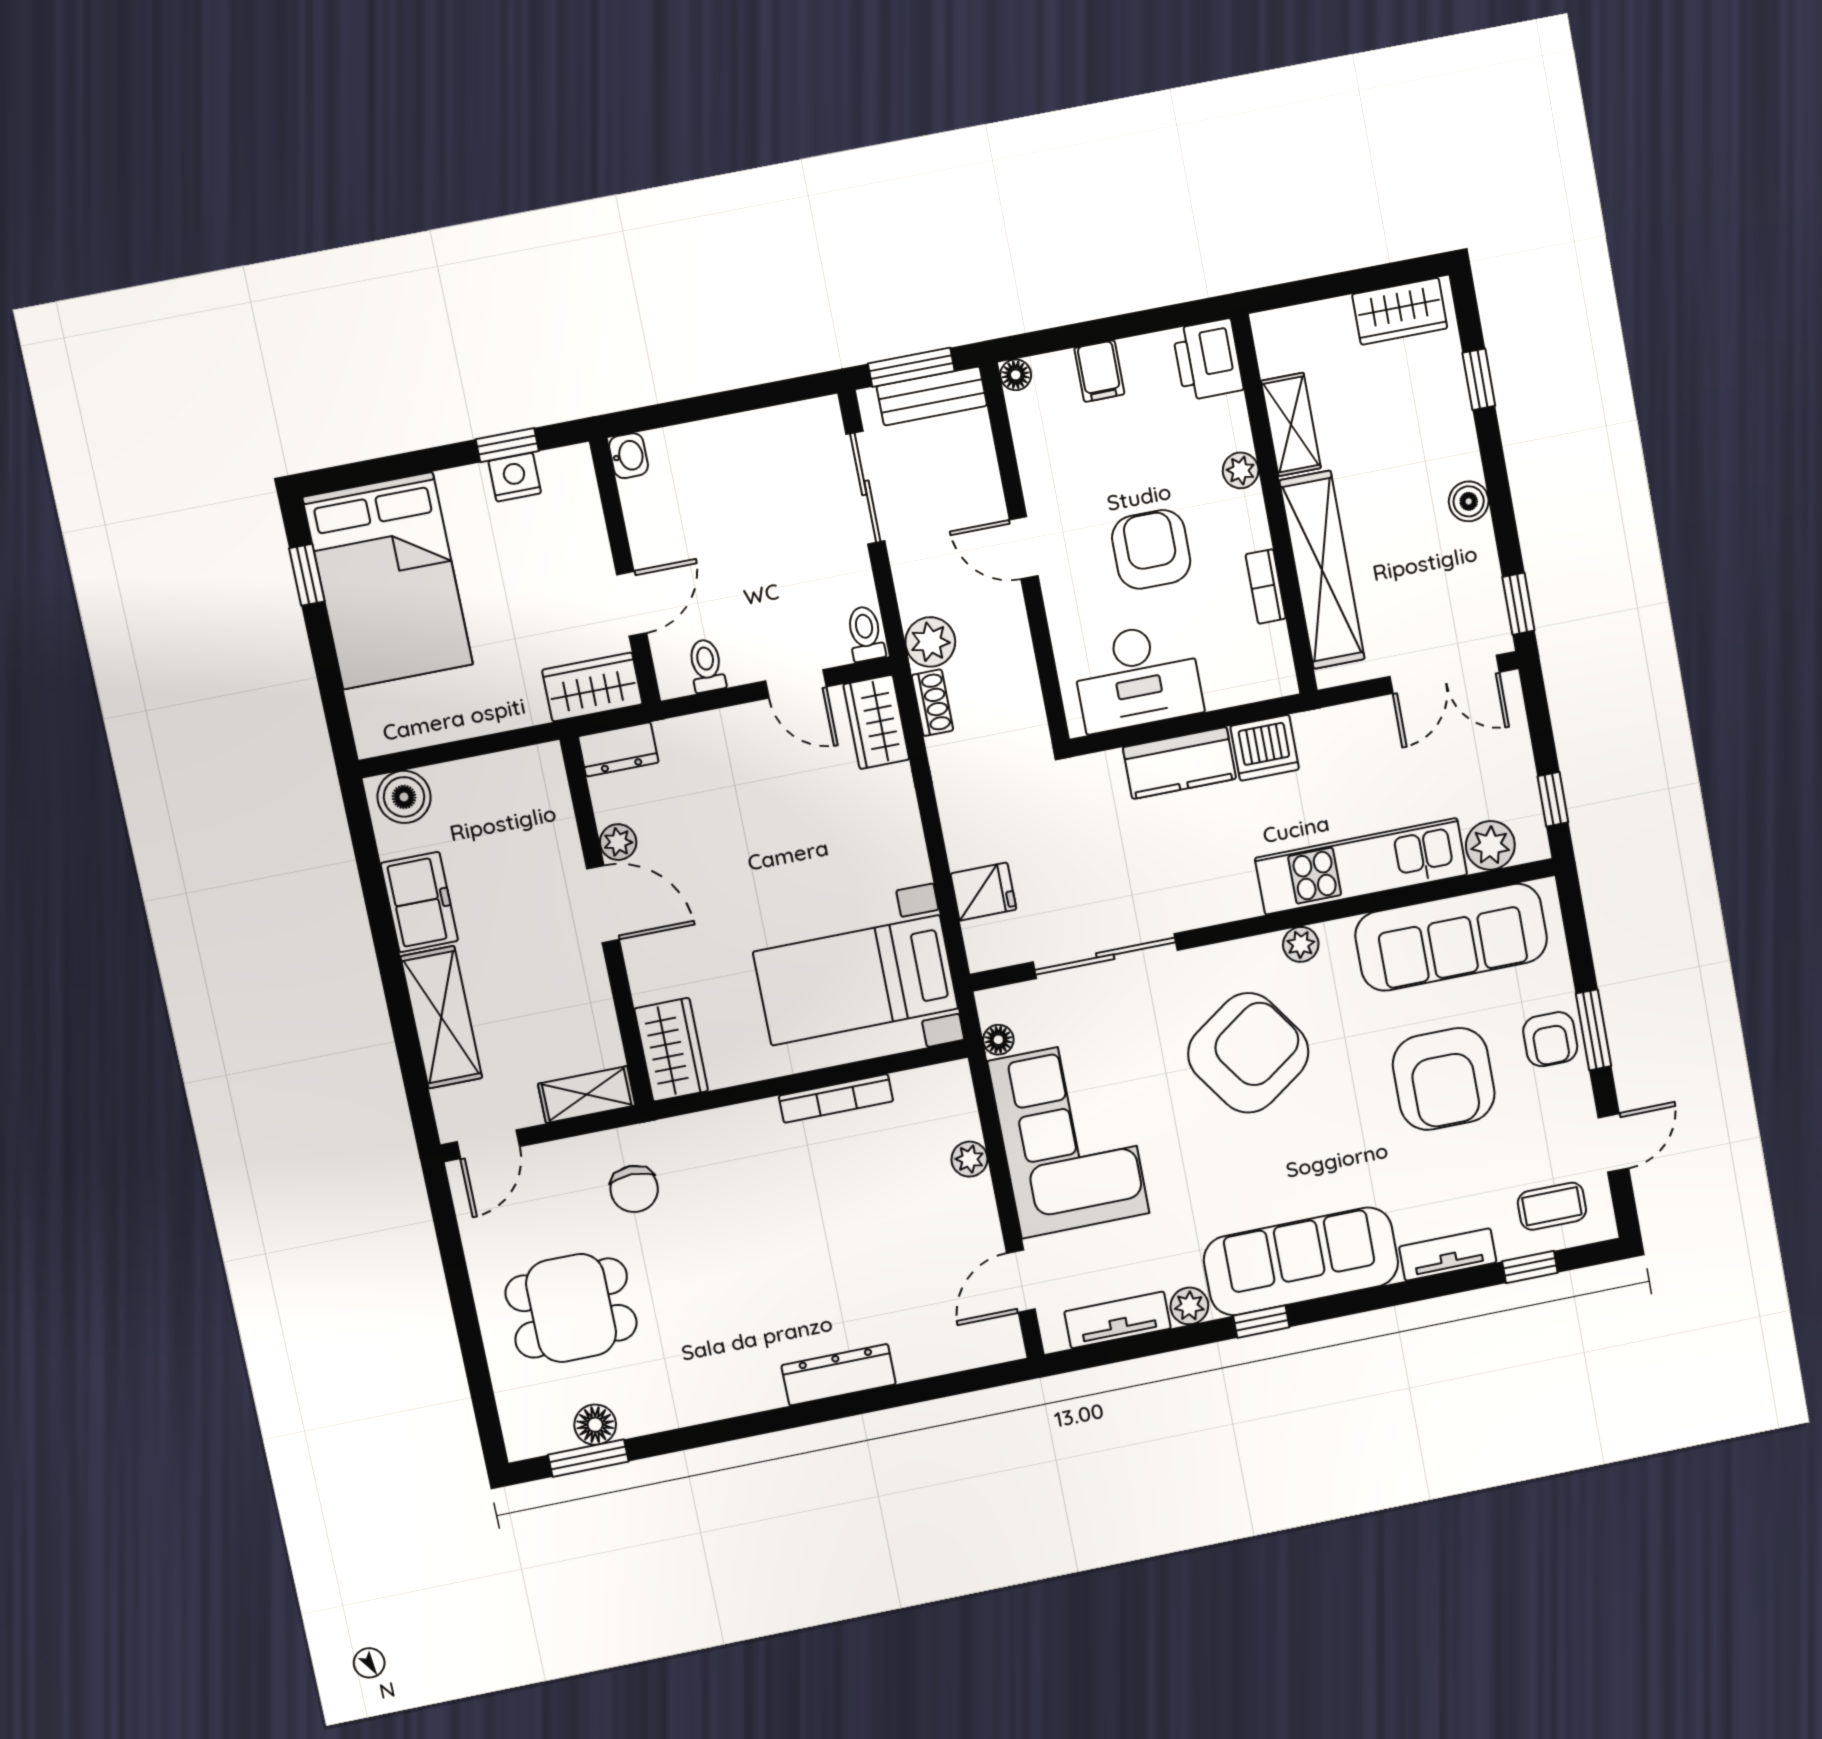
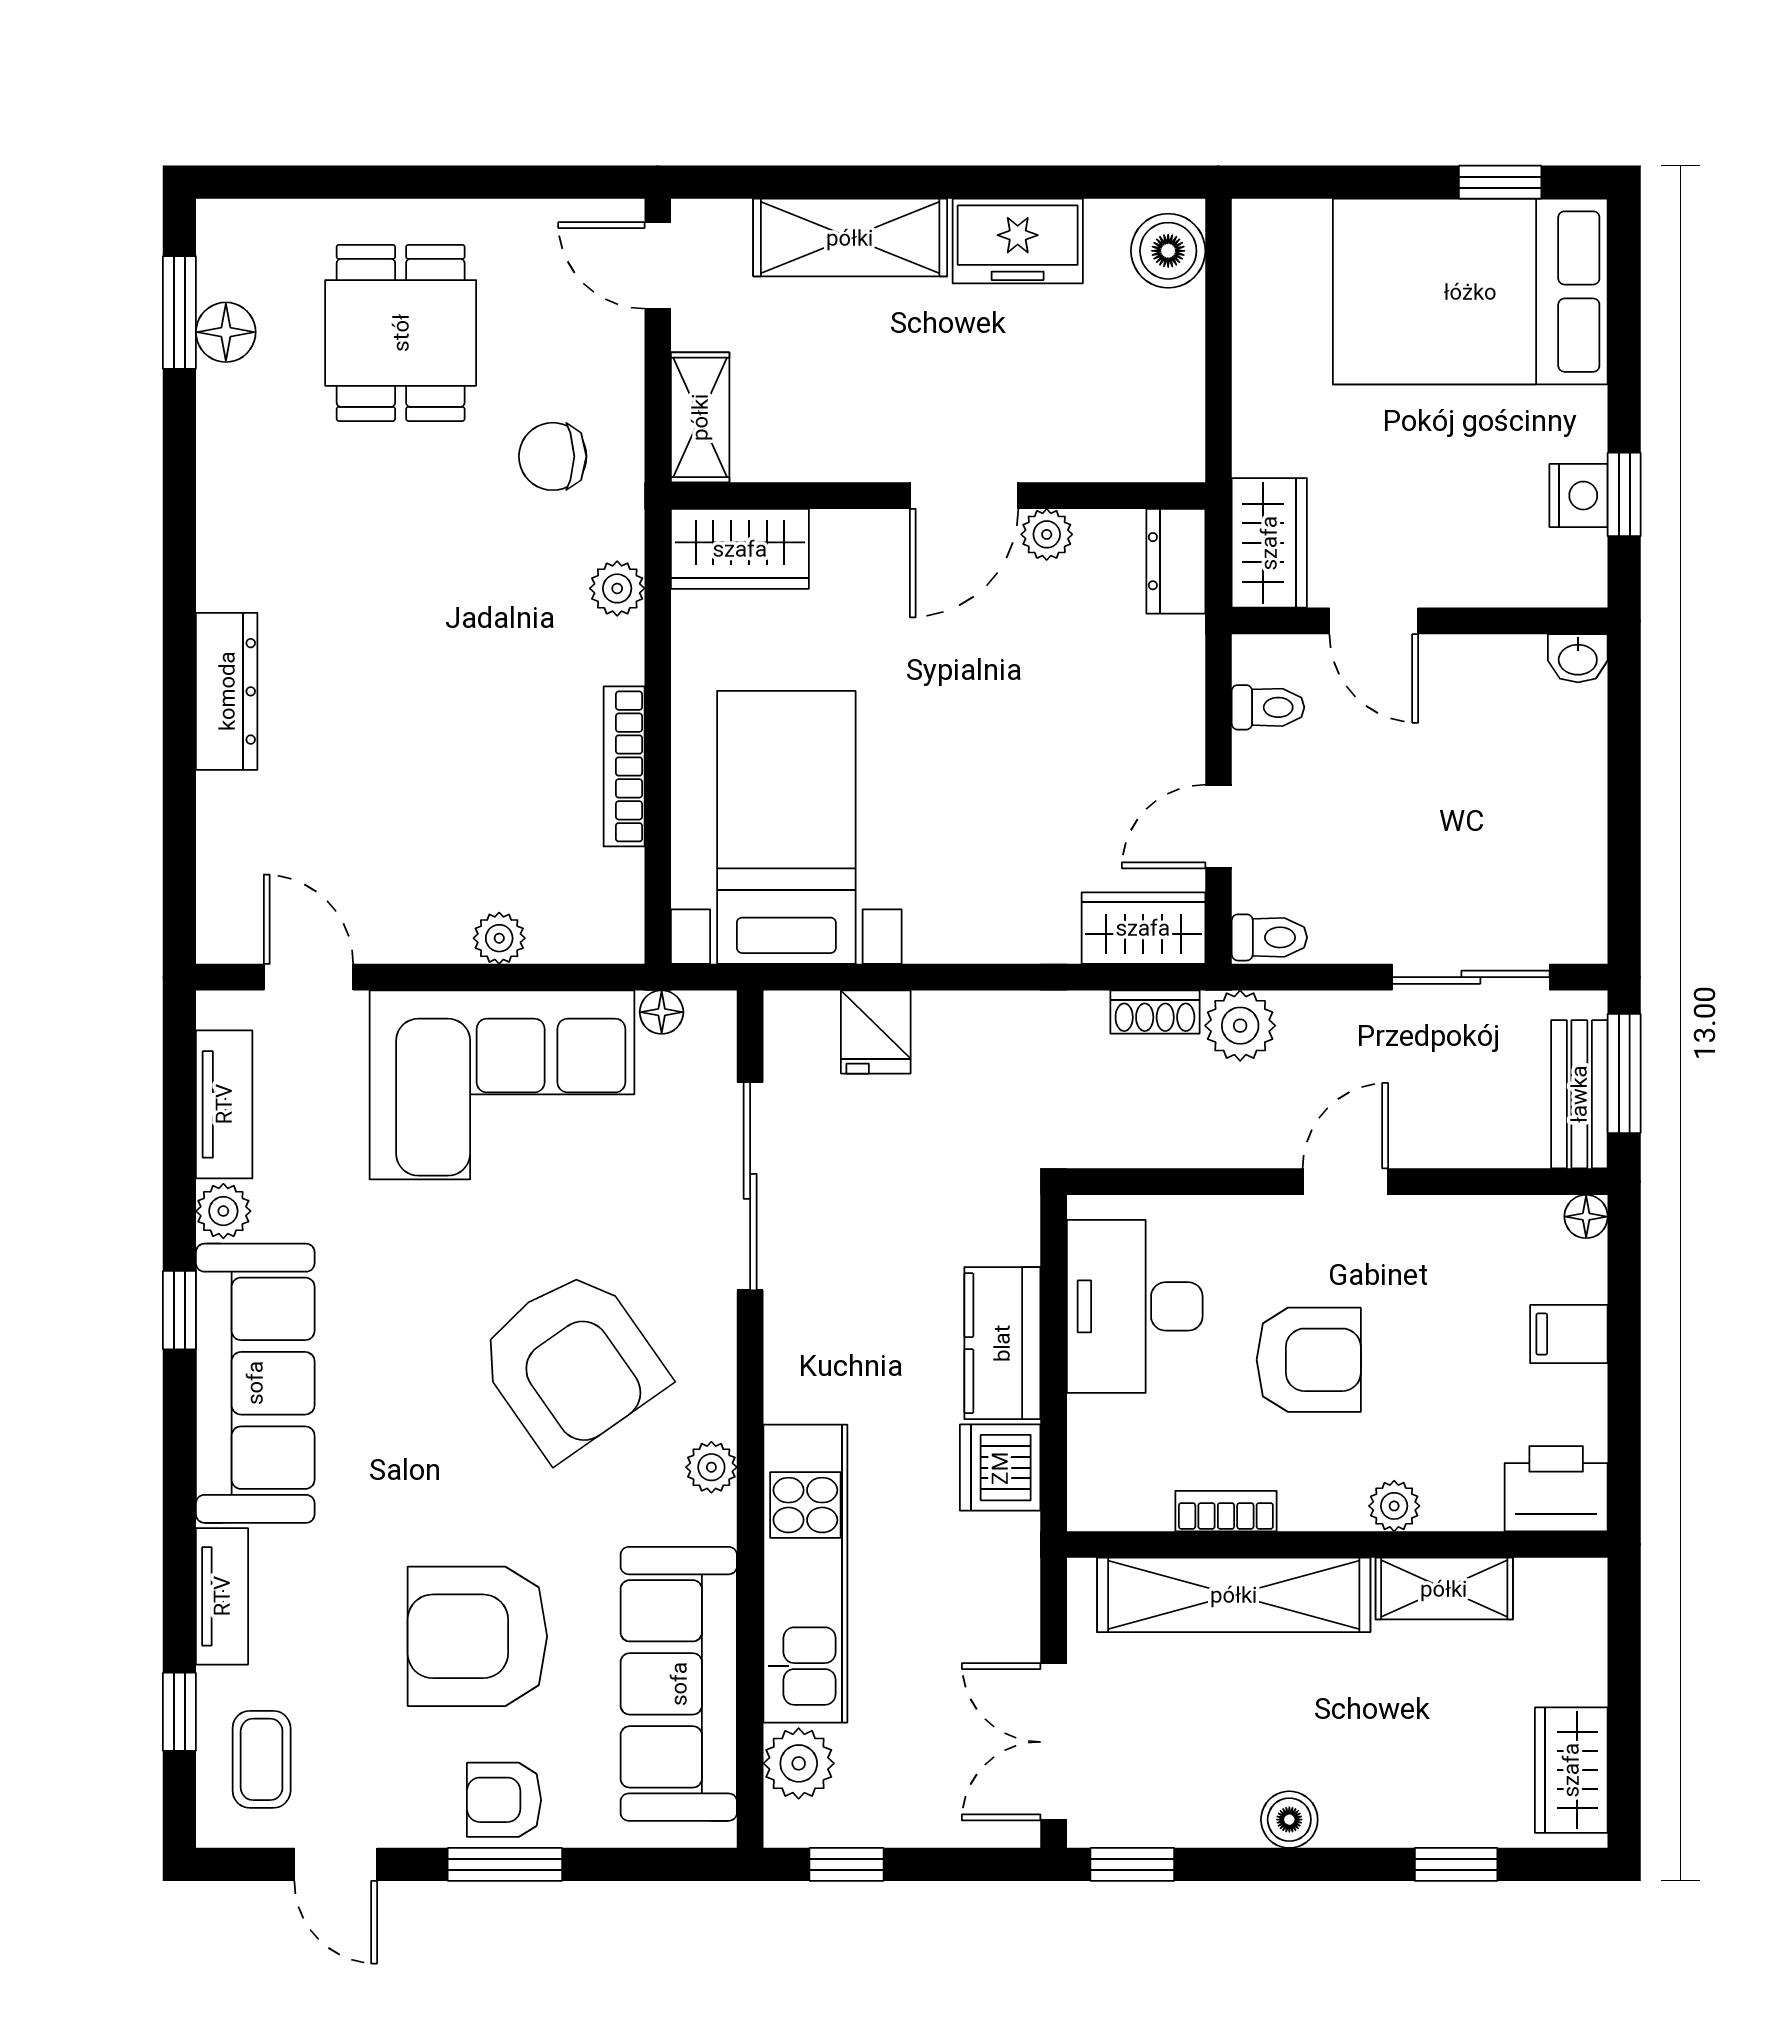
plant: (715, 1127) -> (617, 588), added

